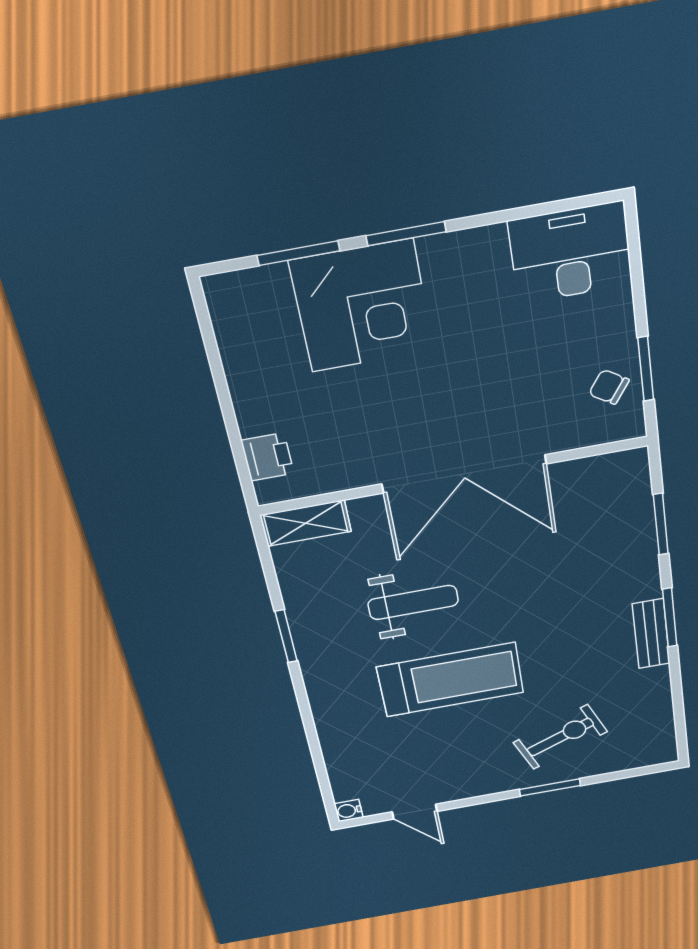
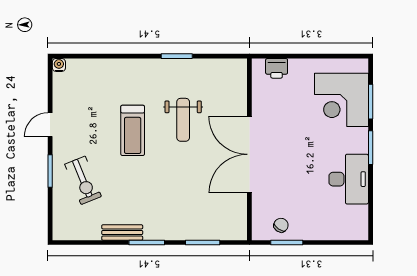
desk: (571, 253) -> (349, 179), moved
corner desk: (362, 306) -> (341, 100), moved
shelving: (306, 523) -> (238, 78), removed
bench: (651, 634) -> (122, 232), moved
treadmill: (450, 680) -> (133, 130), width x0.73, depth x0.73
door: (415, 812) -> (50, 125), moved

